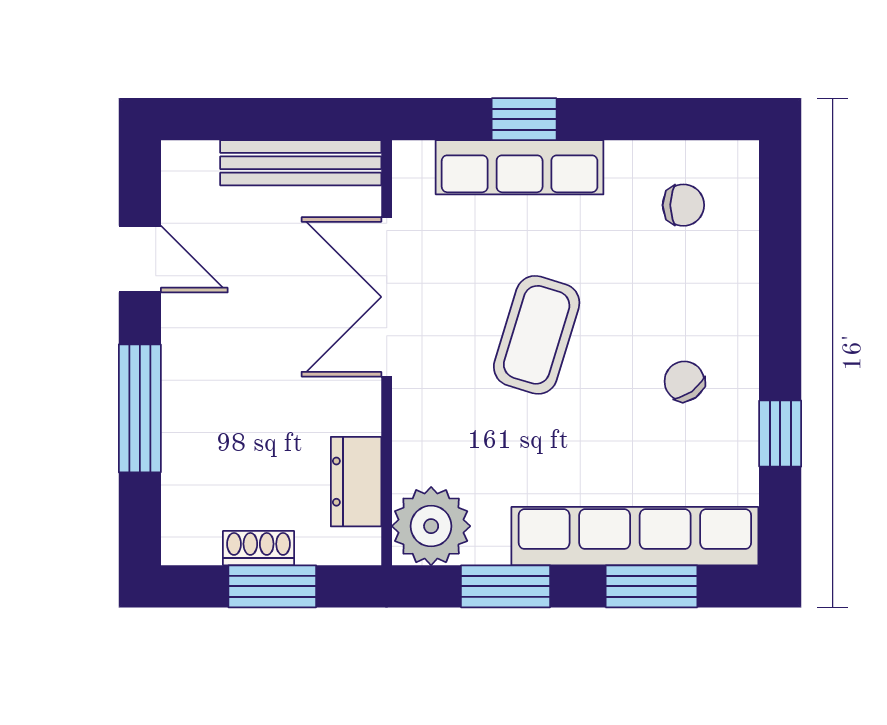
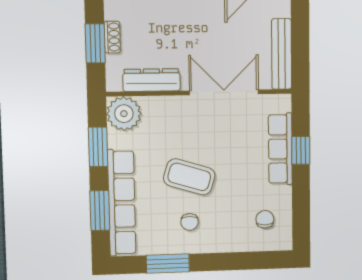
chair: (683, 205) -> (265, 219), turned 180
coffee table: (537, 335) -> (189, 177), moved
chair: (684, 381) -> (190, 222), turned 126
window: (780, 434) -> (168, 264), width x1.50
dresser: (356, 482) -> (151, 80), width x1.44

